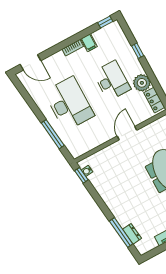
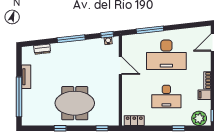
plant: (142, 83) -> (199, 118), moved
door: (127, 133) -> (120, 66), moved
window: (121, 232) -> (71, 39), moved

